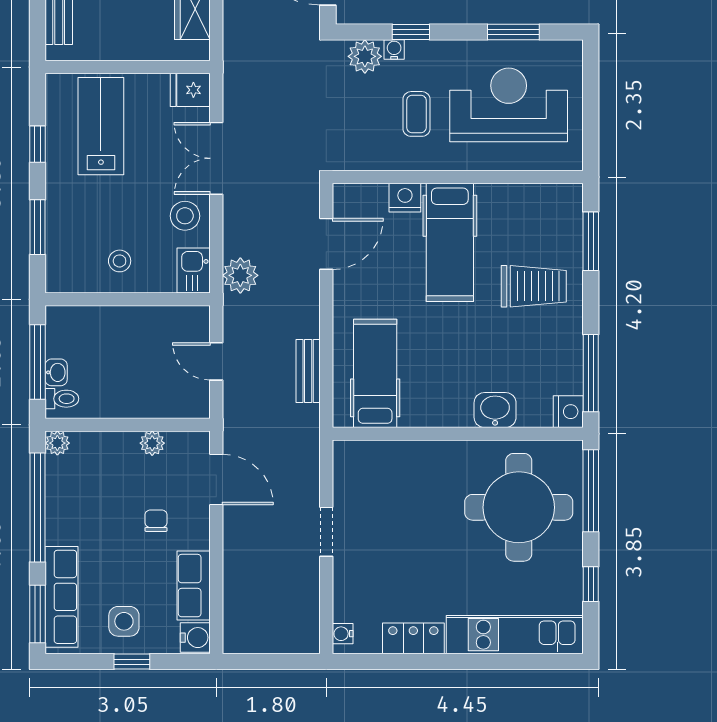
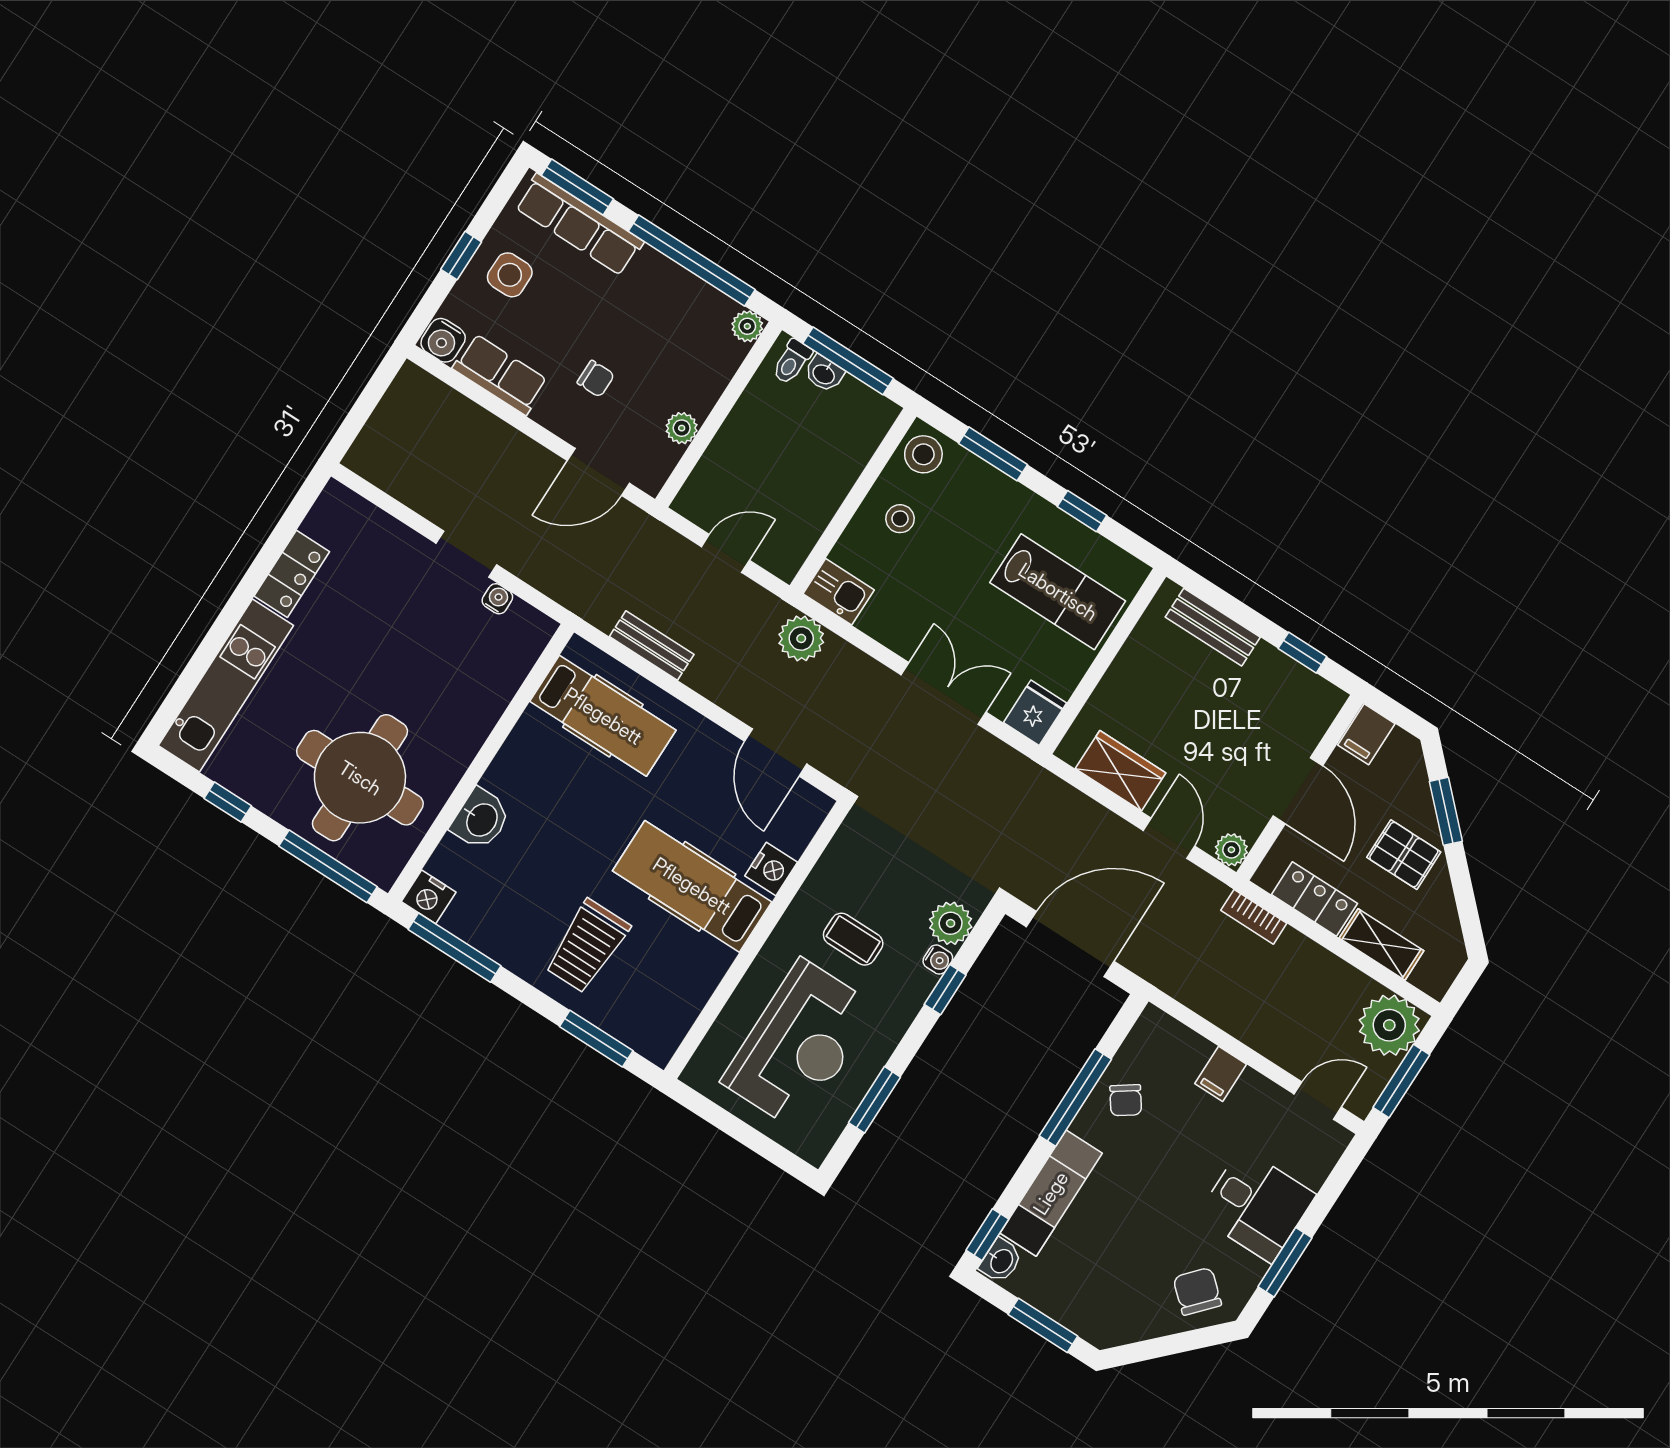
stool: (185, 216) -> (923, 454), moved
water cooler: (343, 634) -> (497, 599), moved

